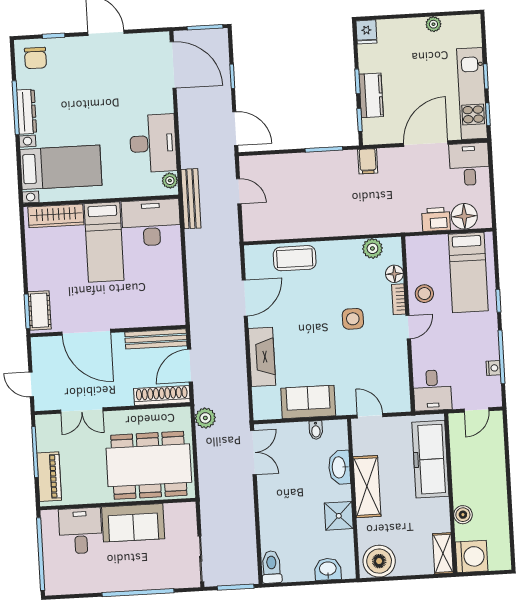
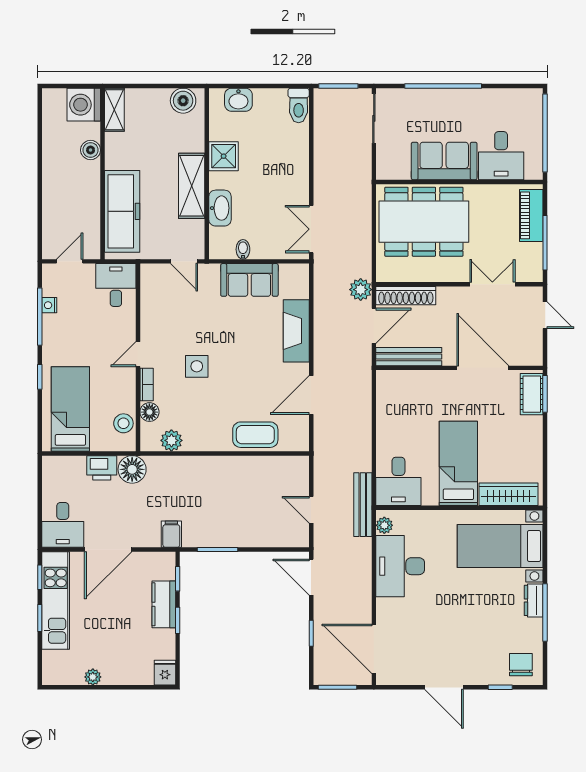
dresser: (27, 112) -> (534, 600), width x0.70
floor lamp: (464, 216) -> (132, 469), moved
desk: (151, 223) -> (398, 481), width x0.73
stool: (424, 294) -> (123, 423), moved
plant: (205, 418) -> (361, 290), moved
boiler: (379, 561) -> (183, 101), width x0.73, depth x0.73

